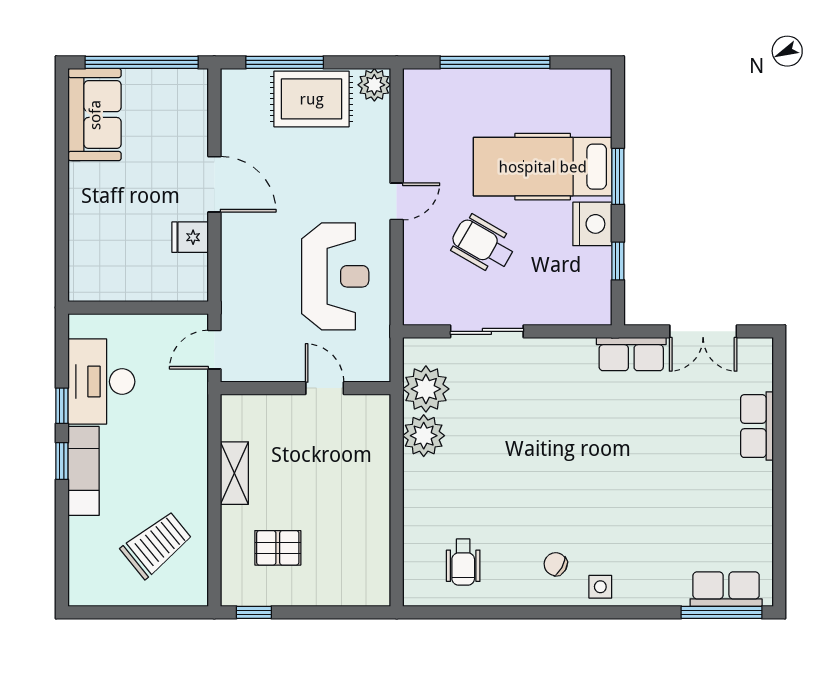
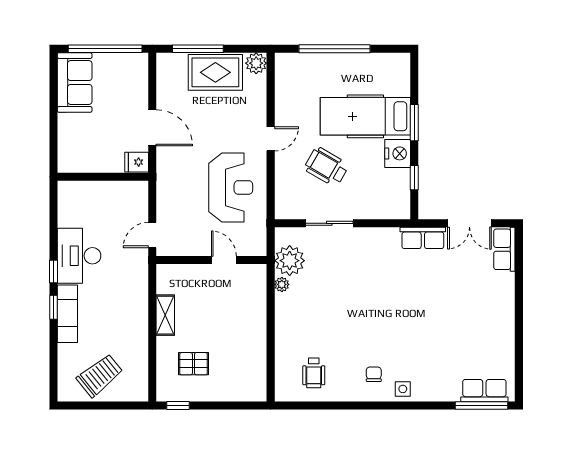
wall: (138, 308) -> (103, 177), moved
row of seats: (757, 426) -> (504, 249), moved
plant: (424, 436) -> (282, 284), width x0.53, depth x0.53
trolley: (156, 545) -> (100, 375), moved
chair: (556, 564) -> (374, 374), turned 61

